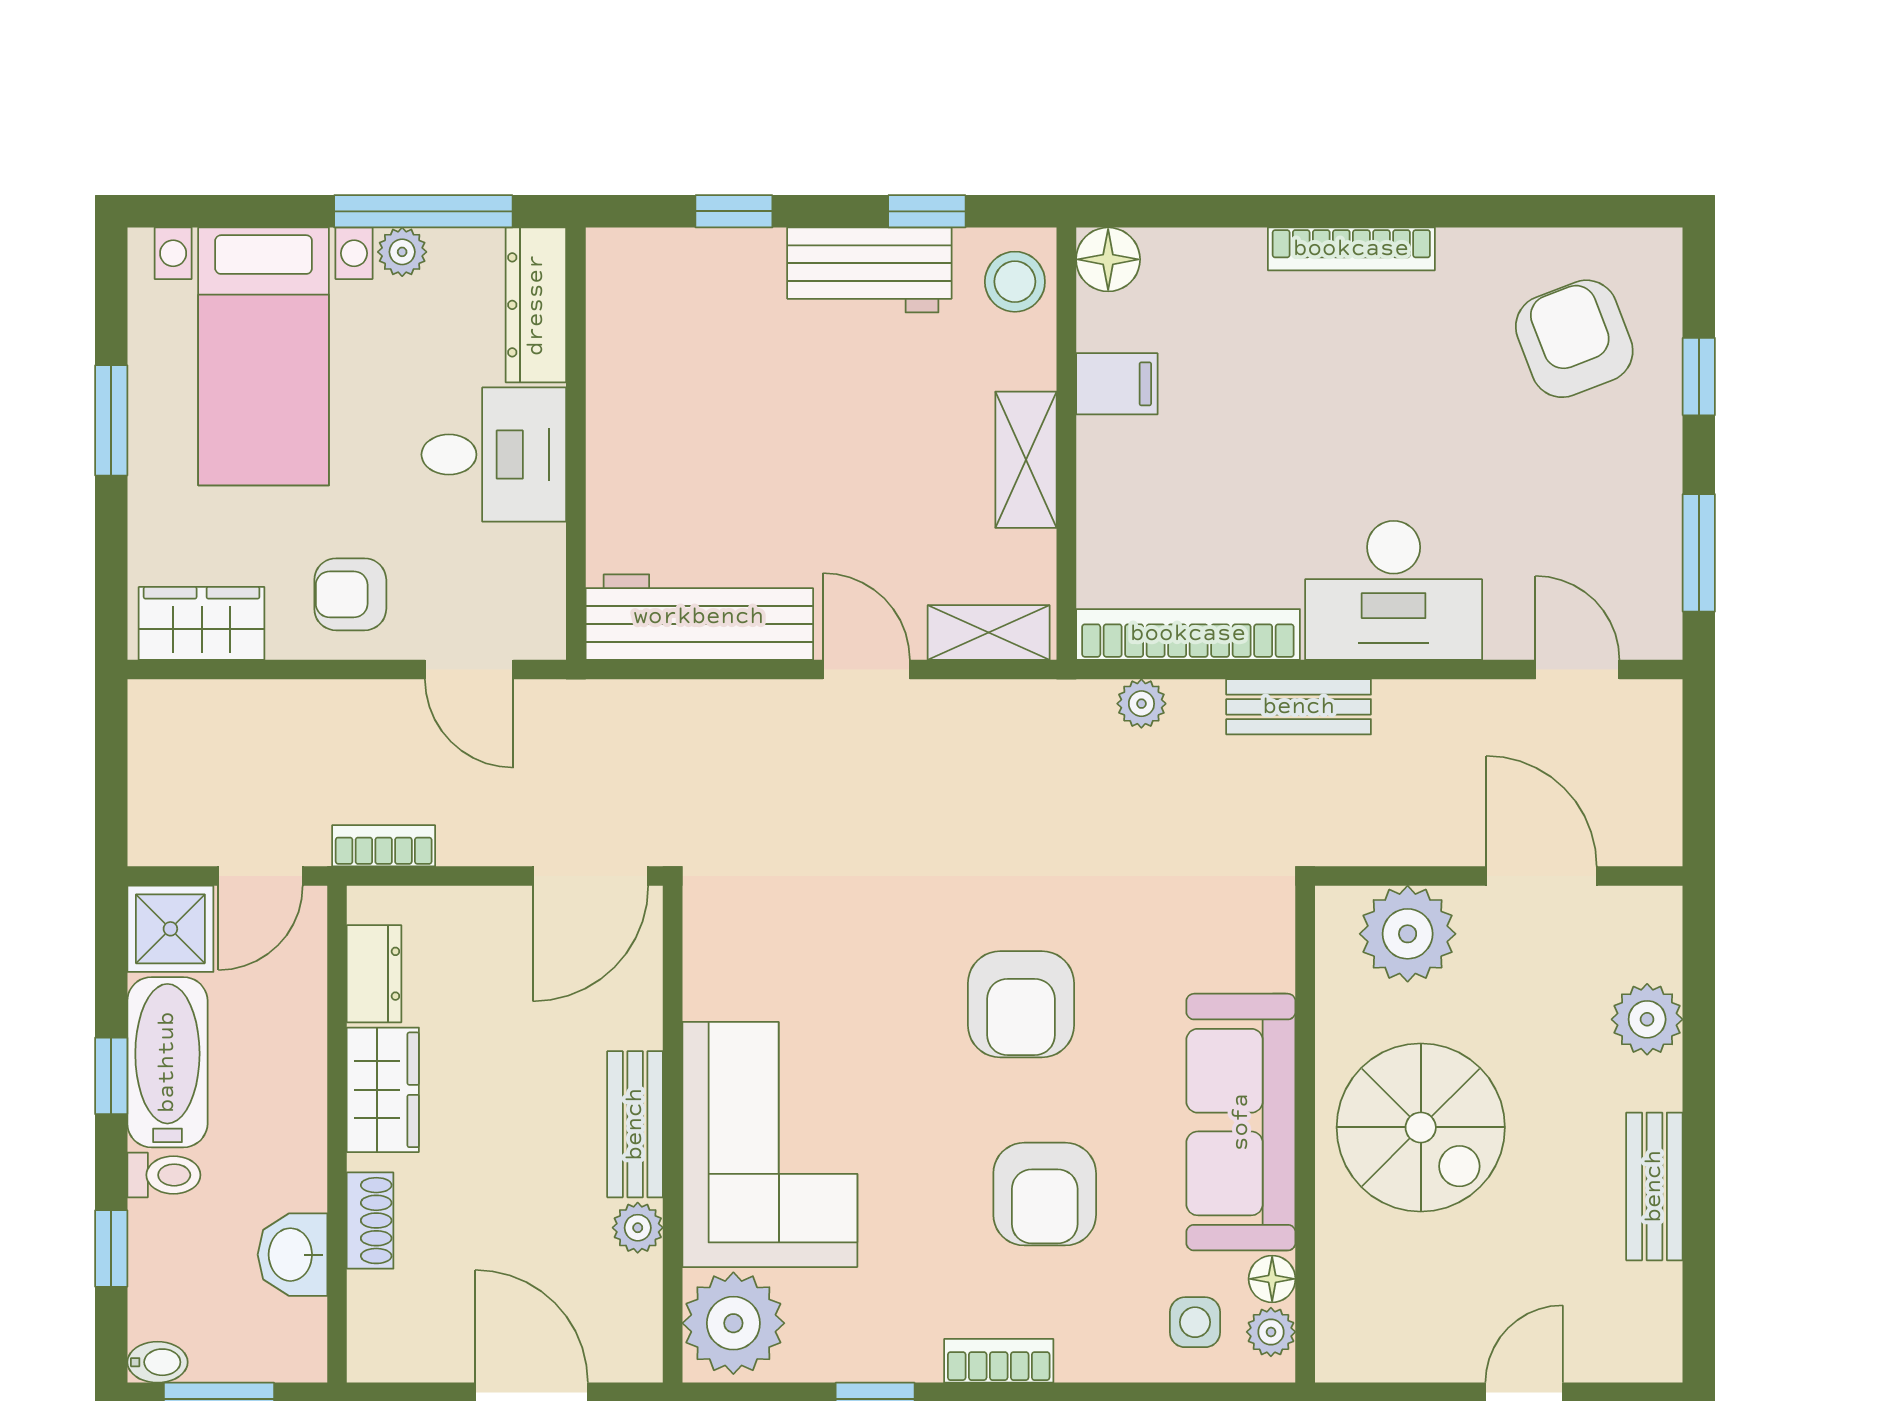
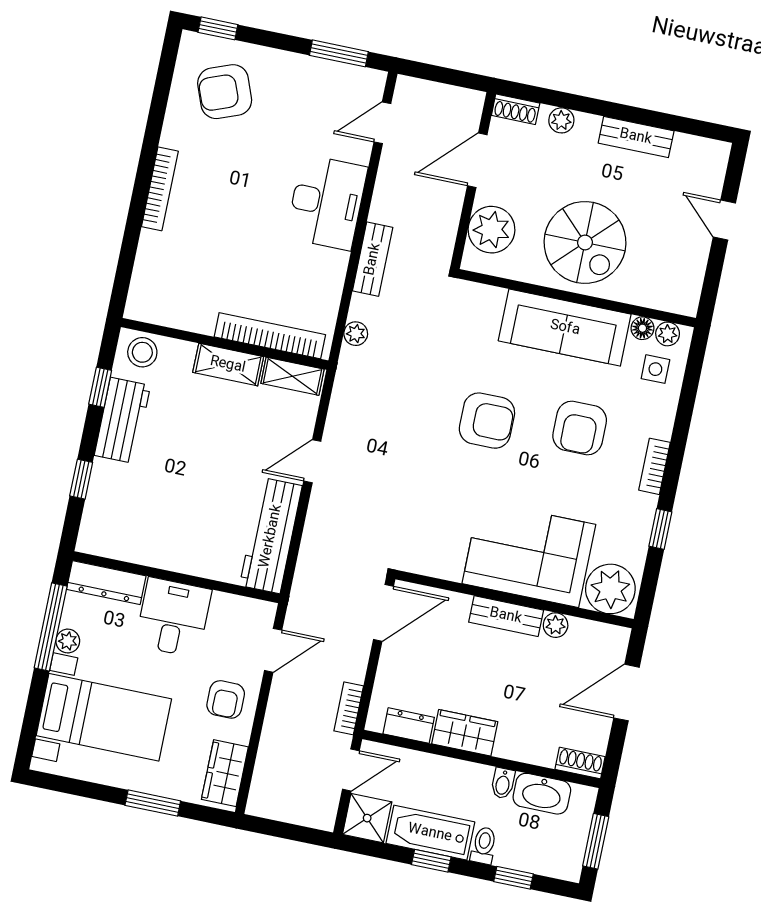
floor lamp: (1108, 259) -> (141, 306), removed
window: (1699, 377) -> (218, 28), moved
filing cabinet: (1117, 384) -> (201, 314), removed
window: (111, 420) -> (153, 803), moved
shelving: (989, 632) -> (292, 376), moved, turned 90
bookcase: (1188, 634) -> (270, 336), moved, turned 90
door: (261, 876) -> (351, 770), hinge flipped
door: (590, 876) -> (383, 613), hinge flipped
shoe rack: (1660, 932) -> (516, 109), added
plant: (1647, 1019) -> (561, 120), width x0.73, depth x0.73
spiral stairs: (1421, 1127) -> (585, 242), turned 90
armchair: (1045, 1194) -> (580, 428), turned 90
shoe rack: (370, 1221) -> (580, 763), moved
washbasin: (292, 1255) -> (542, 794), width x1.38
bidet: (157, 1362) -> (503, 783), moved, turned 180

